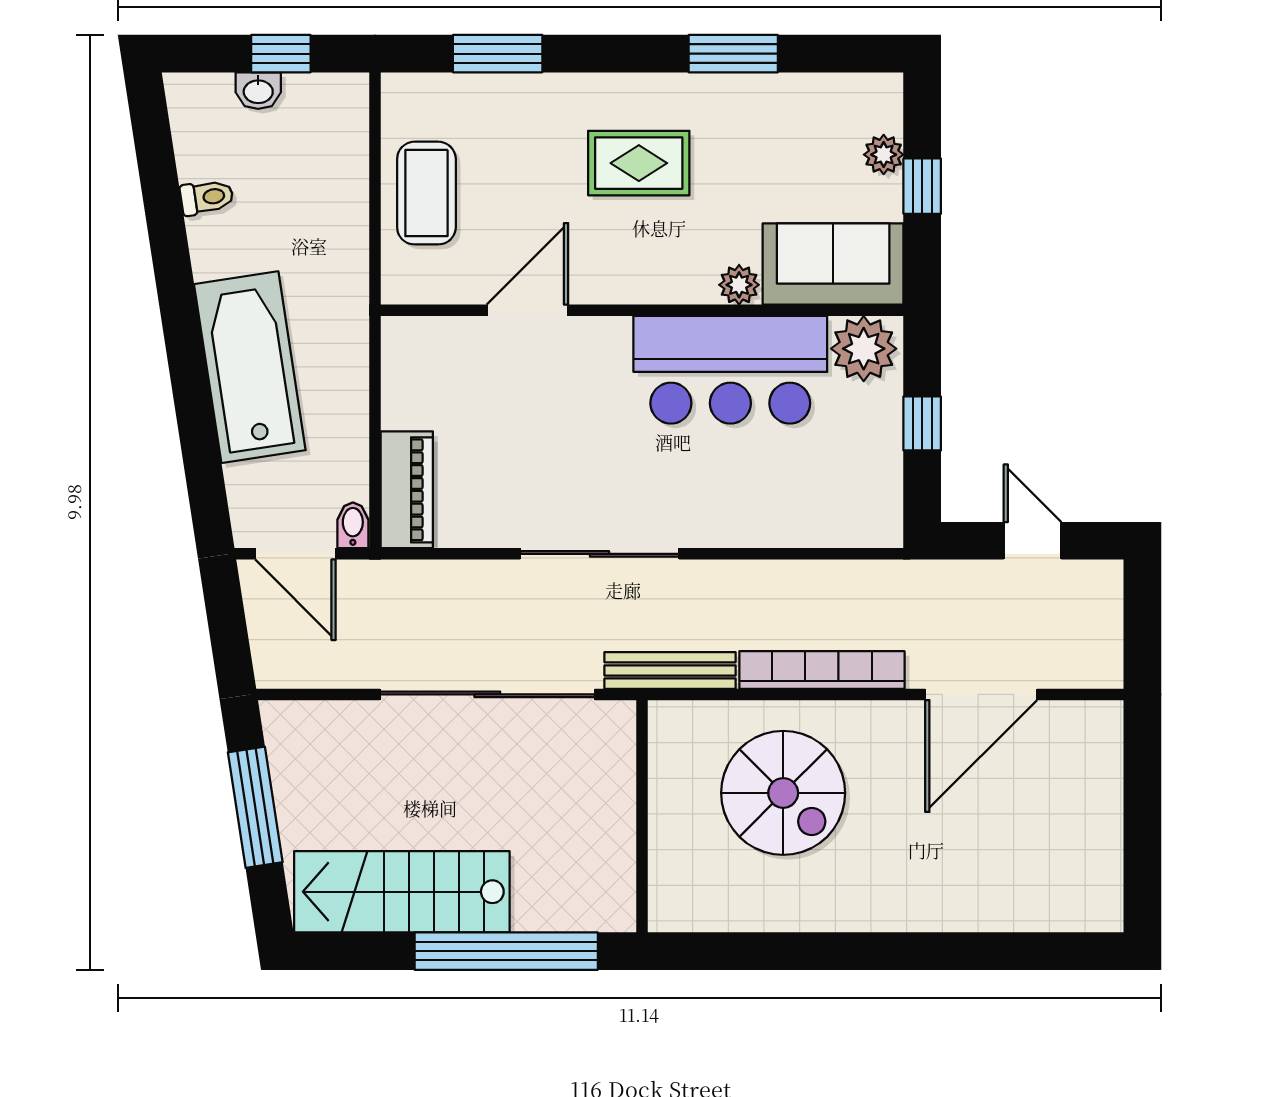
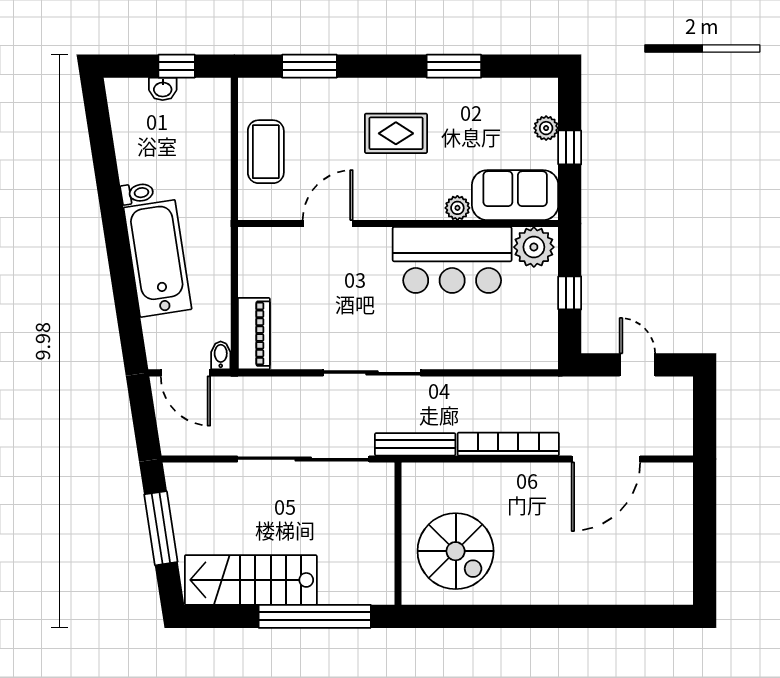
toilet: (207, 197) -> (137, 193), moved
spiral stairs: (783, 793) -> (456, 551), moved

